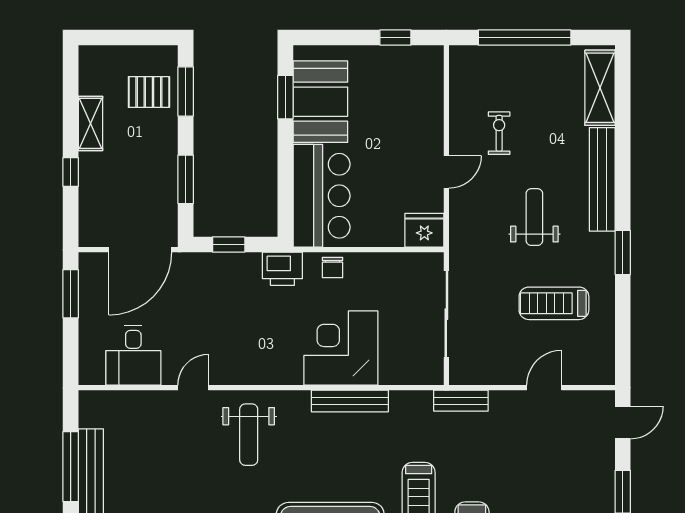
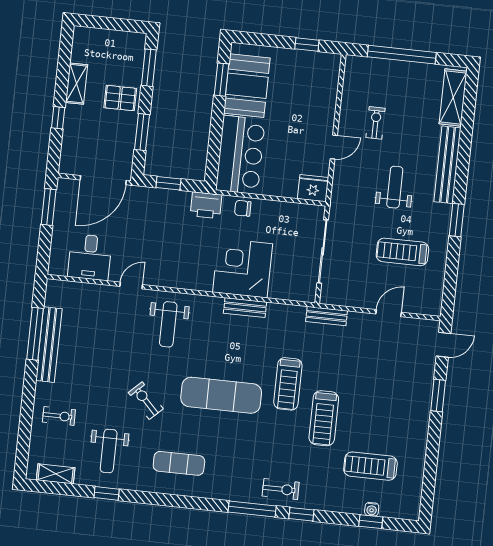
pallet: (149, 92) -> (120, 98), moved
chair: (332, 268) -> (243, 208), turned 90
bench: (350, 401) -> (245, 308), width x0.73

